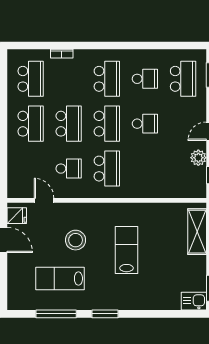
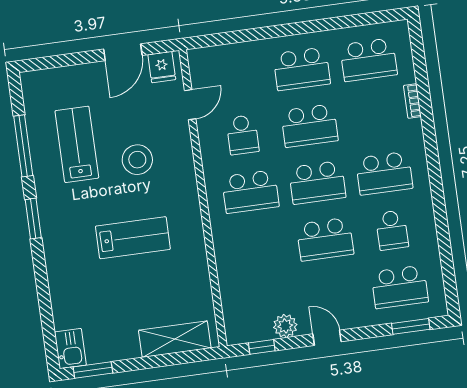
school desk: (145, 124) -> (325, 239), width x1.85

